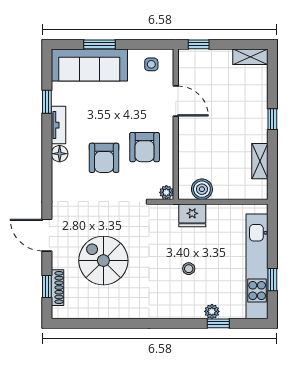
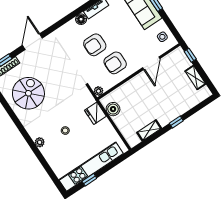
shelving: (250, 57) -> (195, 77), moved
spiral stairs: (103, 261) -> (28, 93), moved
plant: (212, 311) -> (40, 142), moved
window: (218, 323) -> (46, 166), removed

